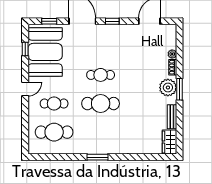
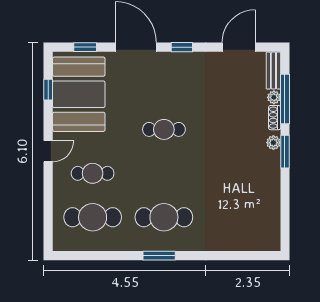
window: (179, 55) -> (285, 99), added
plant: (168, 88) -> (273, 143), width x0.53, depth x0.53
cafe table: (101, 104) -> (164, 217), moved
bench: (172, 117) -> (273, 71), moved
wardrobe: (170, 142) -> (270, 232), removed

